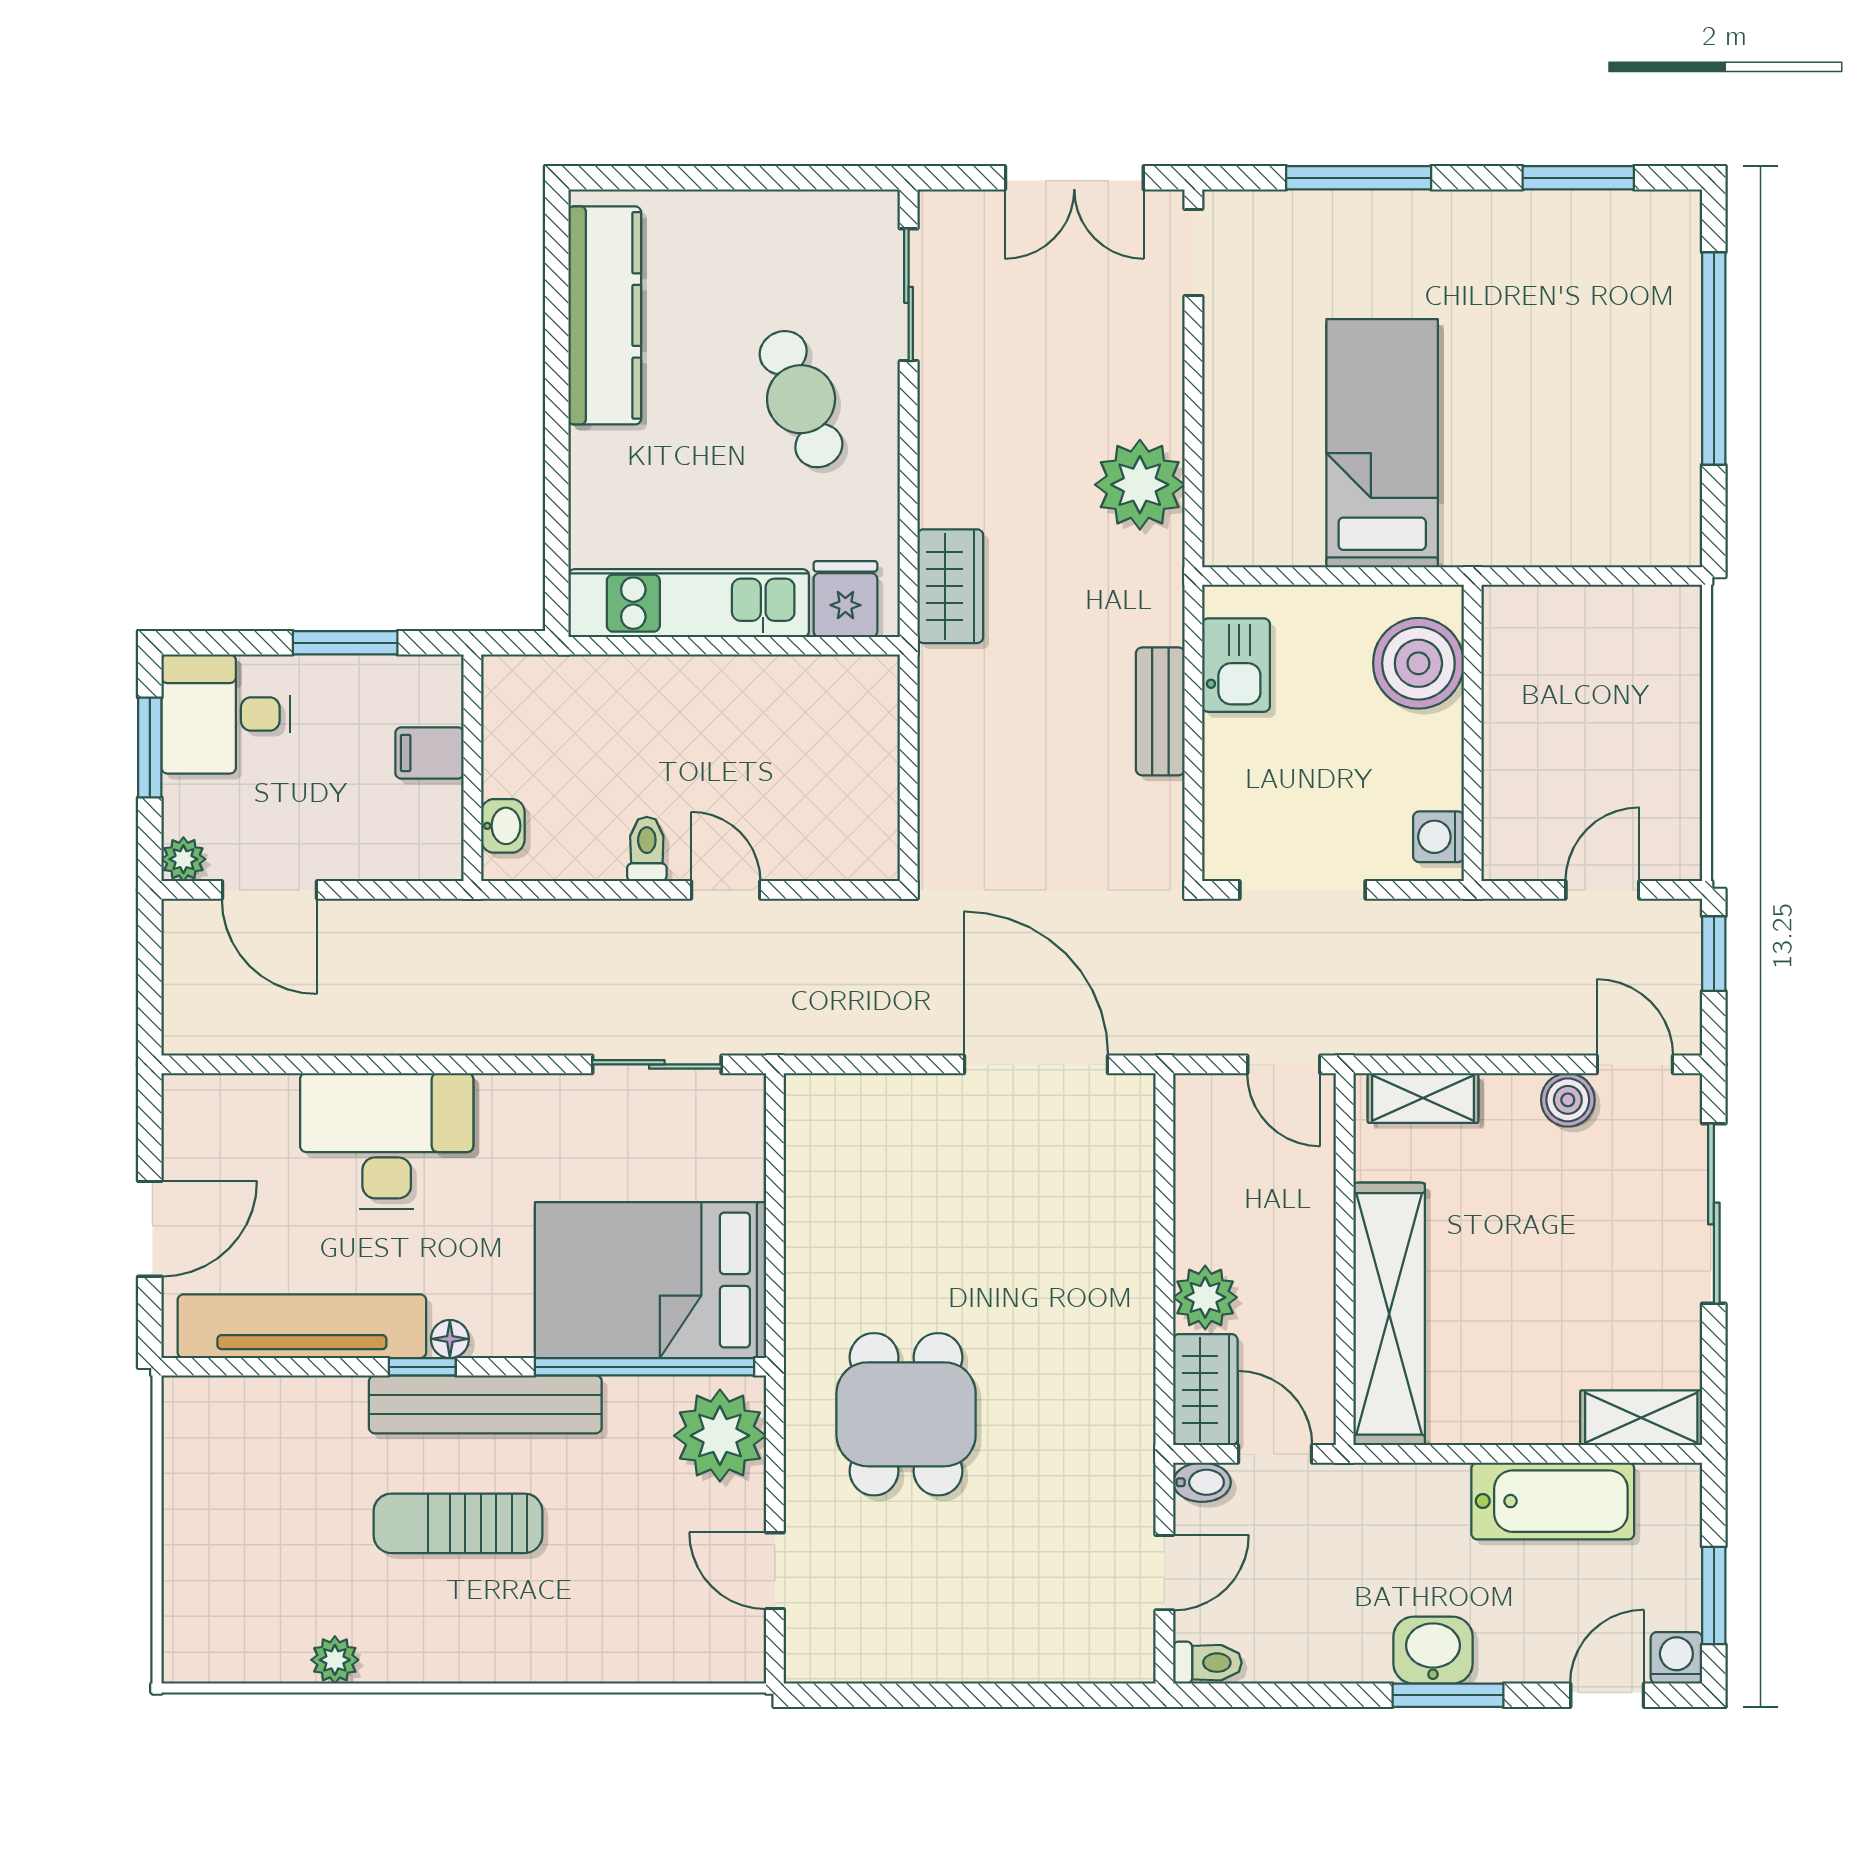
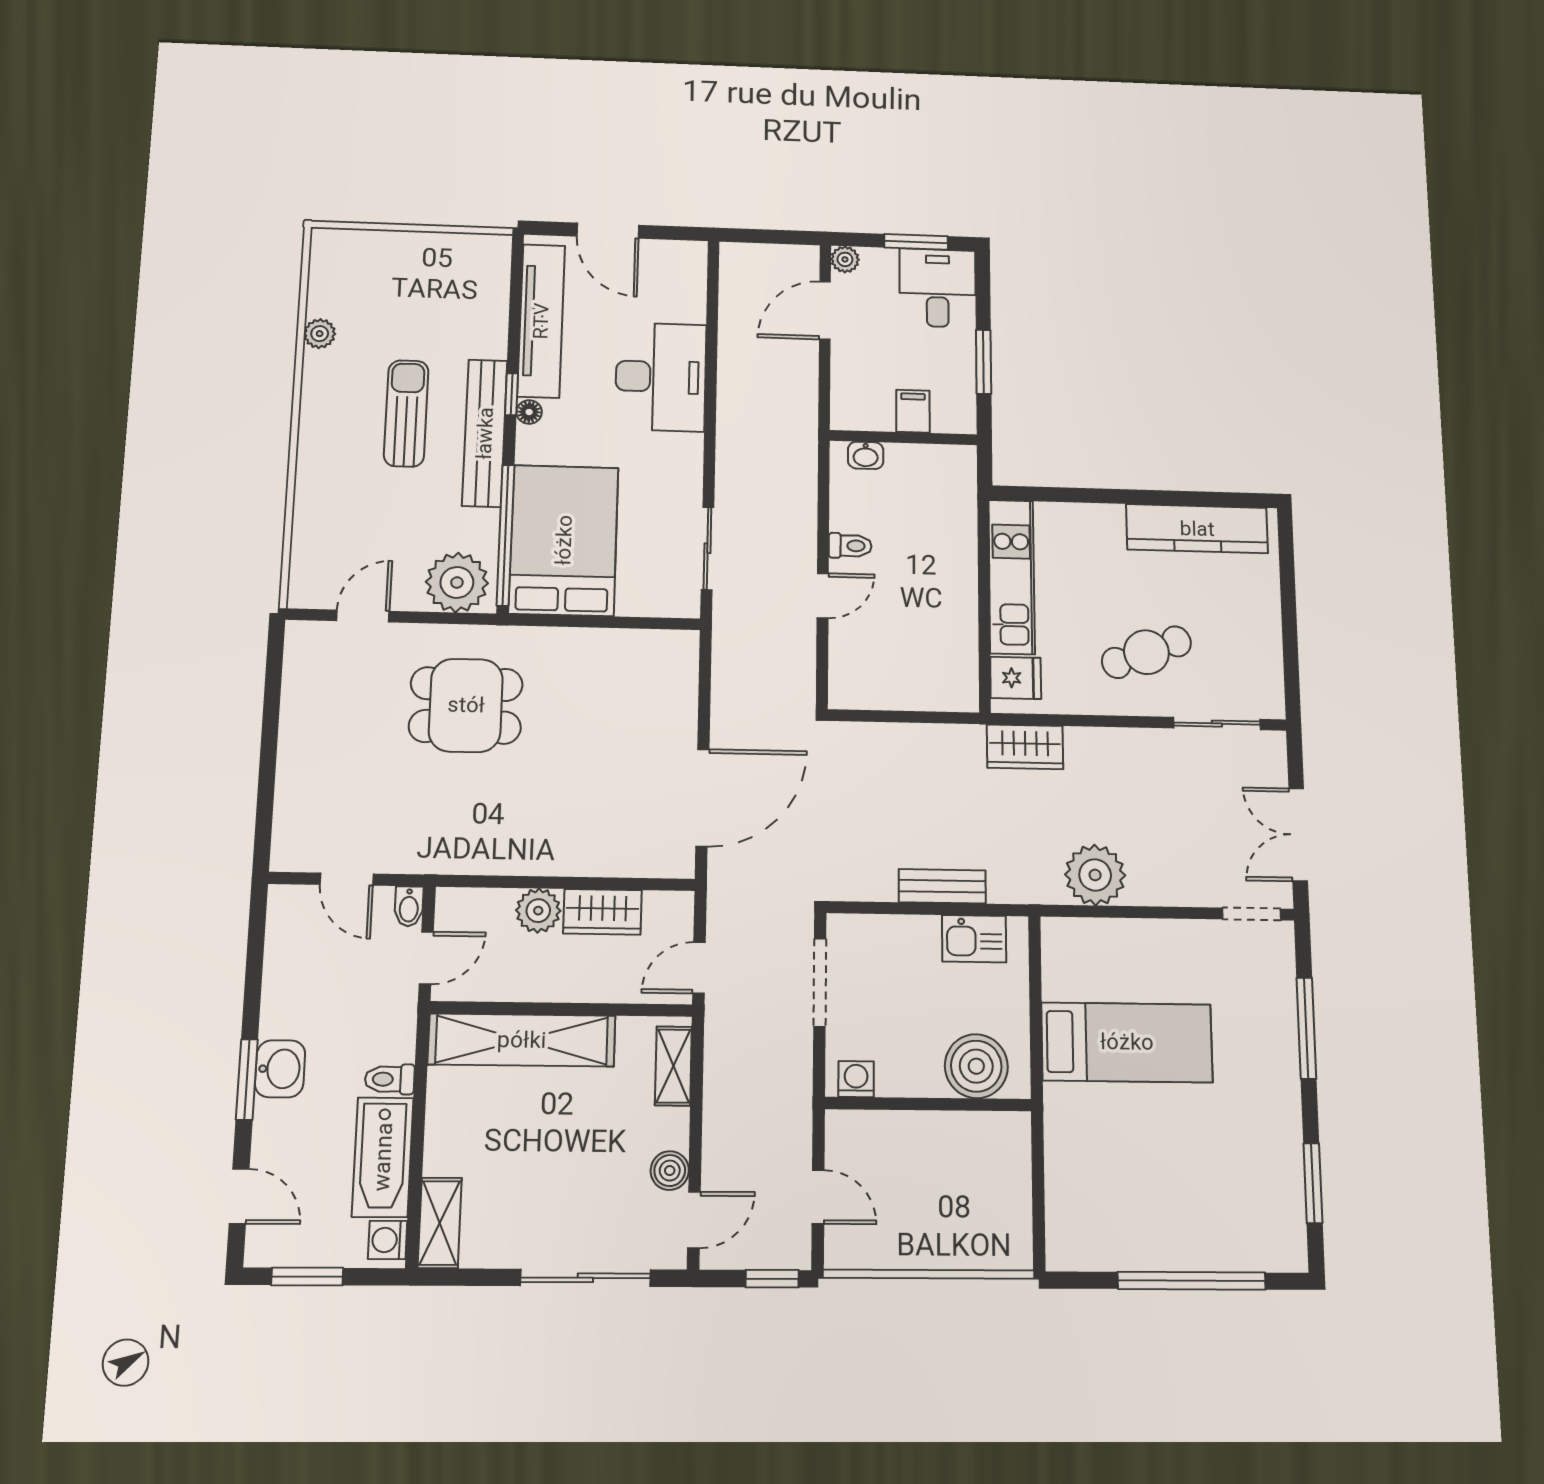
wardrobe: (1205, 1390) -> (602, 912), moved
washing machine: (1676, 1658) -> (388, 1240), moved, turned 180
toilet: (1207, 1663) -> (390, 1079), moved, turned 90

